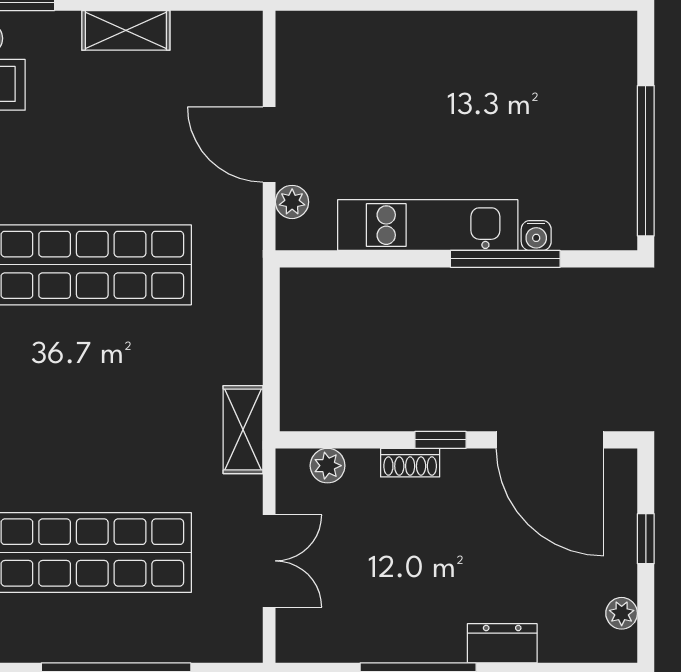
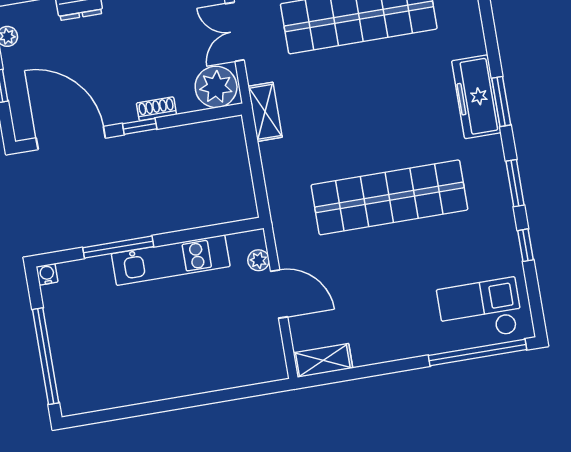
shelving: (126, 30) -> (323, 360), moved
window: (646, 161) -> (46, 356), moved
water cooler: (536, 235) -> (47, 274), moved
plant: (328, 466) -> (216, 87), width x1.88, depth x1.88

